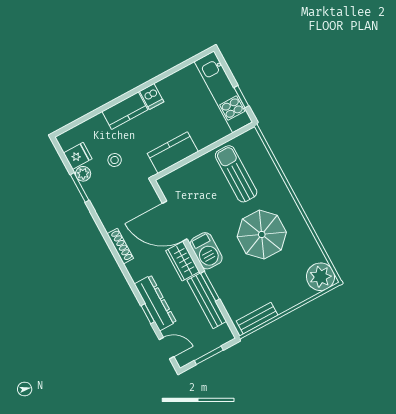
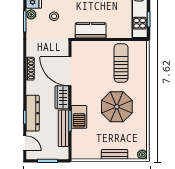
barbecue: (206, 251) -> (79, 117), moved
plant: (321, 277) -> (142, 155), width x0.53, depth x0.53
bench: (257, 318) -> (115, 154), moved

